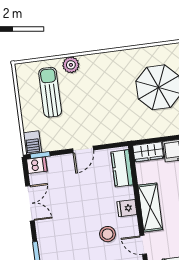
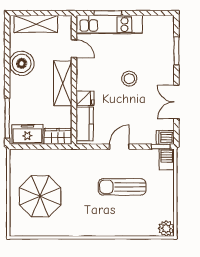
plant: (71, 65) -> (166, 228), moved
sun lounger: (50, 92) -> (122, 187), moved, turned 90
fridge: (127, 208) -> (85, 98), moved
stool: (108, 234) -> (129, 79), moved

